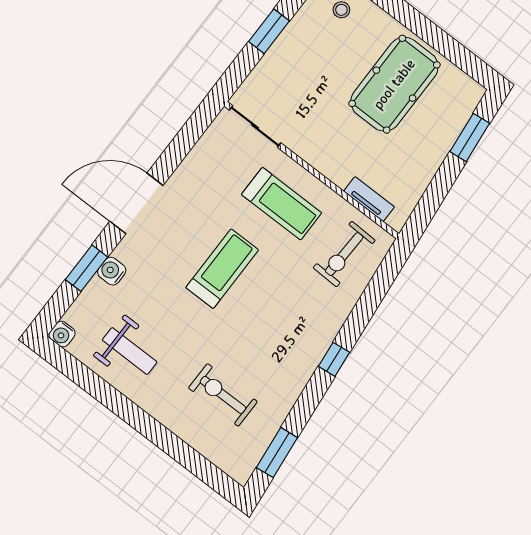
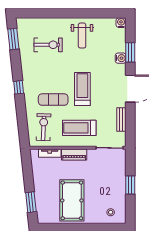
bench: (195, 160) -> (121, 120), added
piano: (327, 163) -> (74, 154), added
treadmill: (222, 269) -> (82, 89), turned 180
exercise mat: (289, 290) -> (53, 100), added
weight bench: (130, 351) -> (82, 36), moved, turned -90

